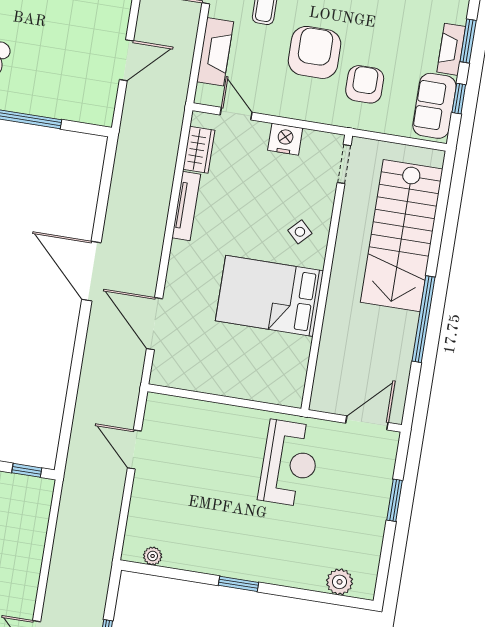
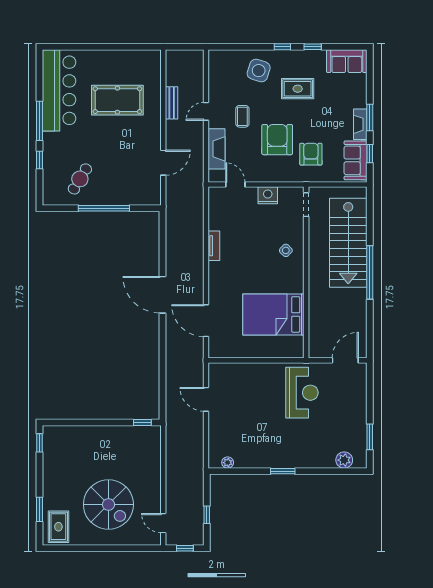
wardrobe: (199, 150) -> (216, 210), removed
tv unit: (186, 206) -> (214, 246), width x0.71
bed: (269, 296) -> (273, 314), moved
window: (424, 319) -> (370, 272), moved
window: (395, 500) -> (370, 437), moved

